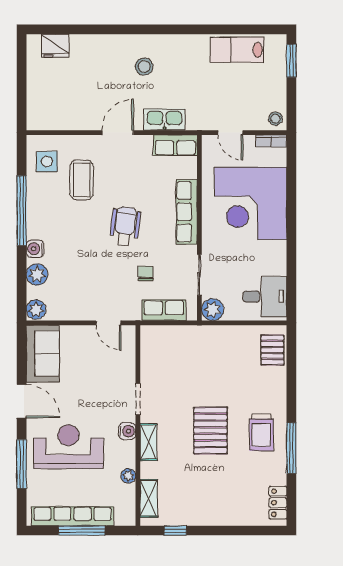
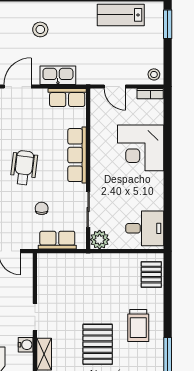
corner desk: (251, 203) -> (141, 148), width x0.74, depth x0.74
trolley: (261, 432) -> (138, 325), moved

